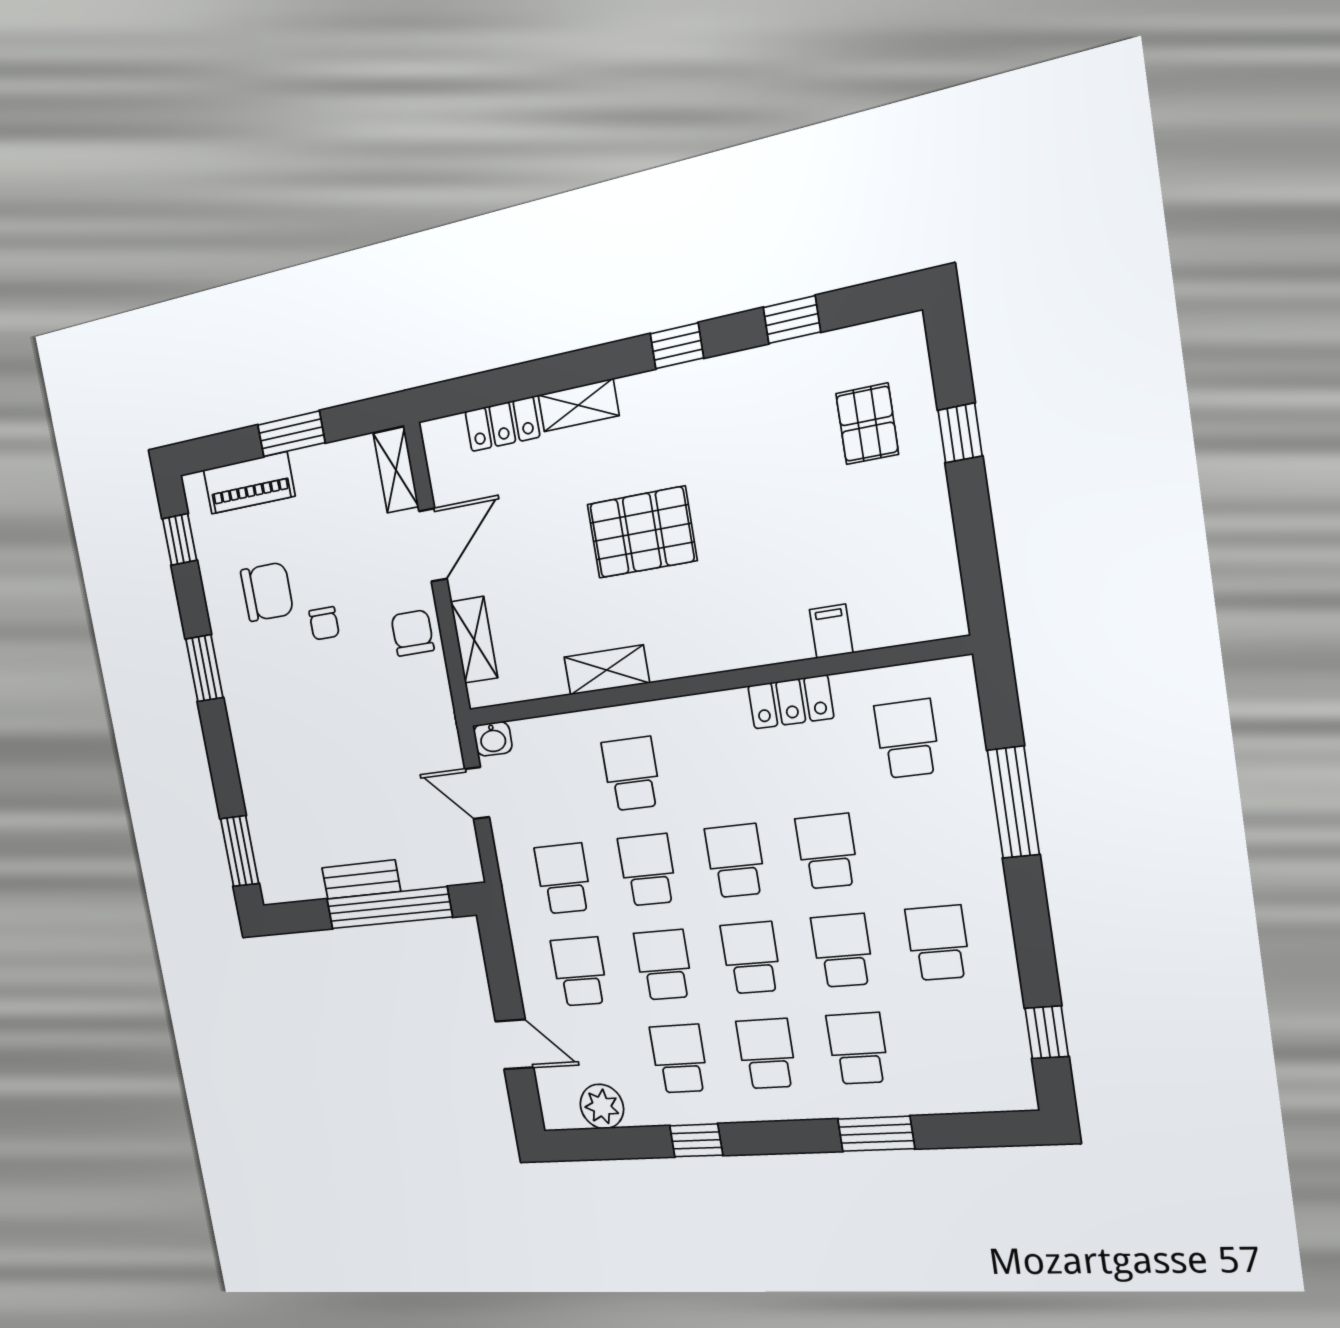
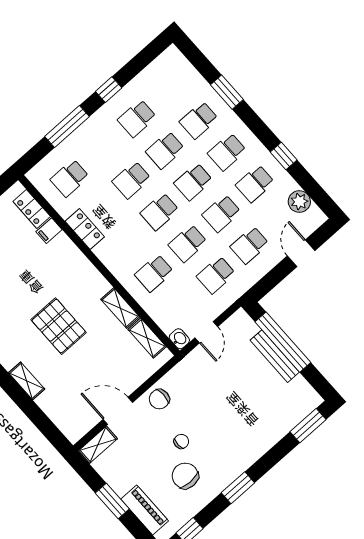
locker: (502, 424) -> (32, 209), moved, turned 180
shelving: (474, 640) -> (147, 338), moved, turned 90
bench: (361, 880) -> (275, 356), width x1.36
window: (1047, 1032) -> (109, 90), moved

